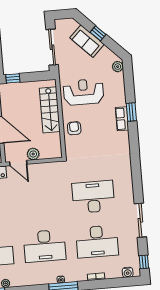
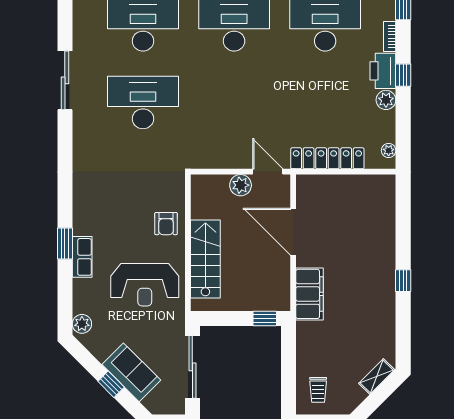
row of seats: (122, 119) -> (82, 257), moved
desk: (93, 197) -> (143, 102), turned 180
sliding door: (140, 220) -> (65, 80), moved

